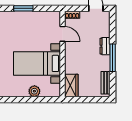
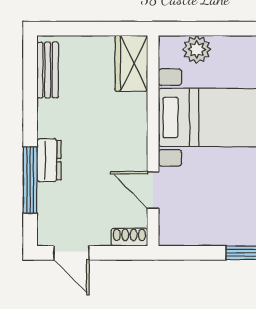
window: (113, 58) -> (30, 180), moved
plant: (34, 91) -> (197, 49), moved

